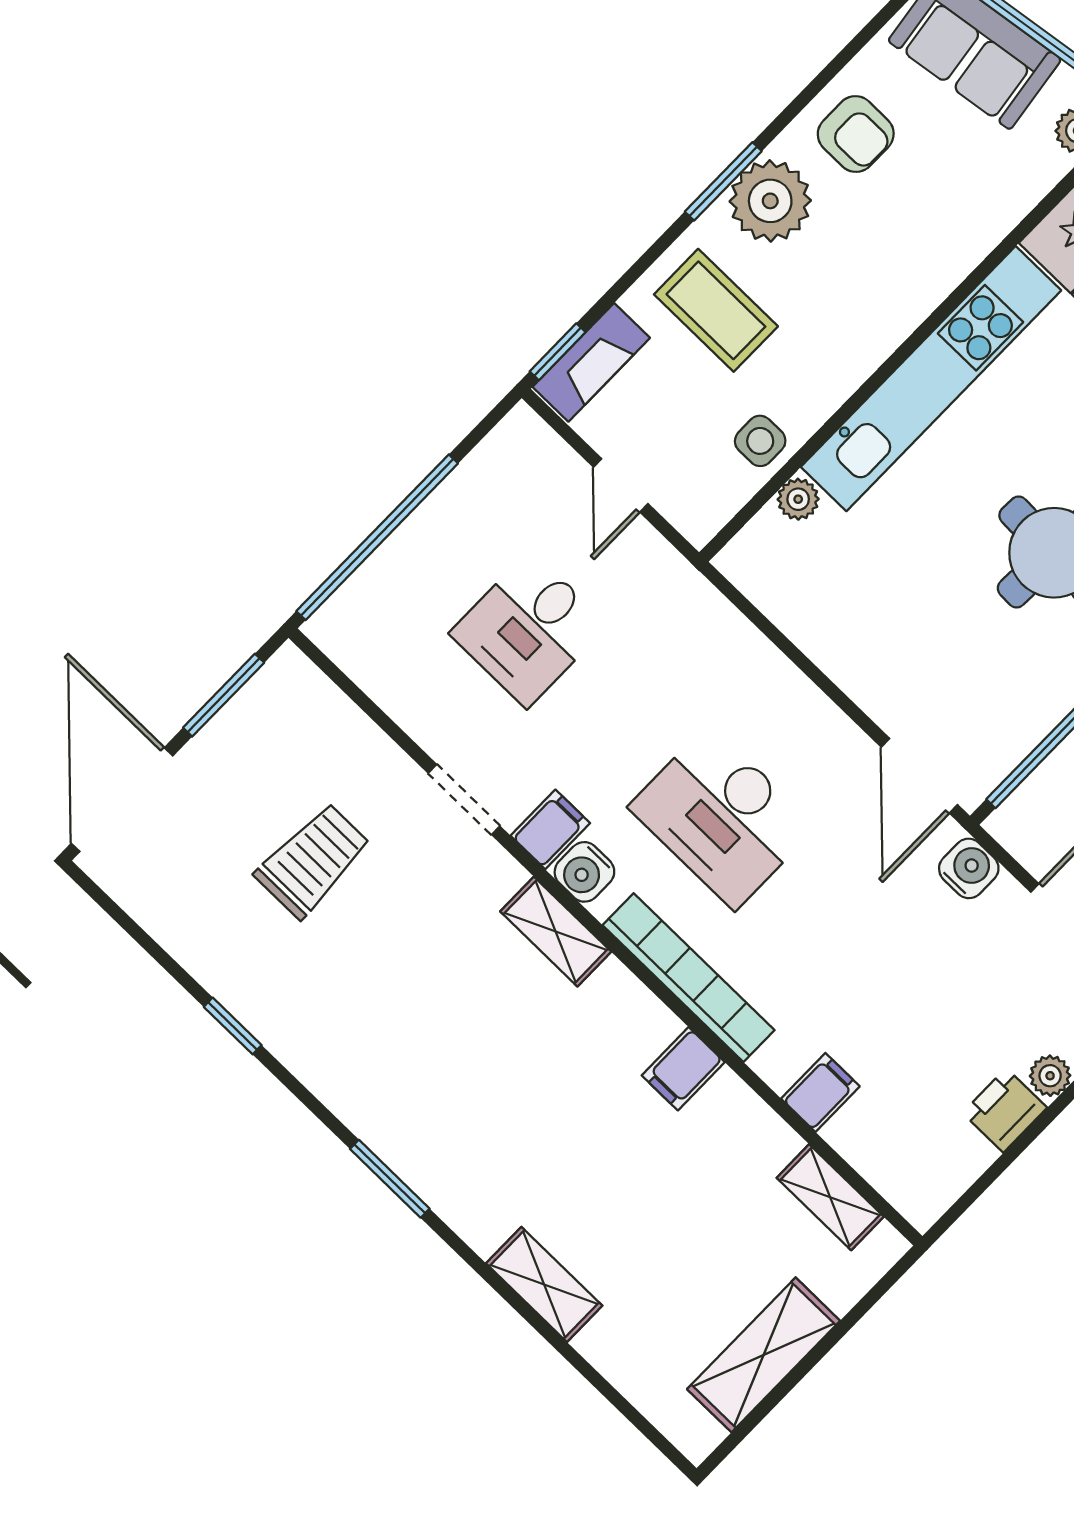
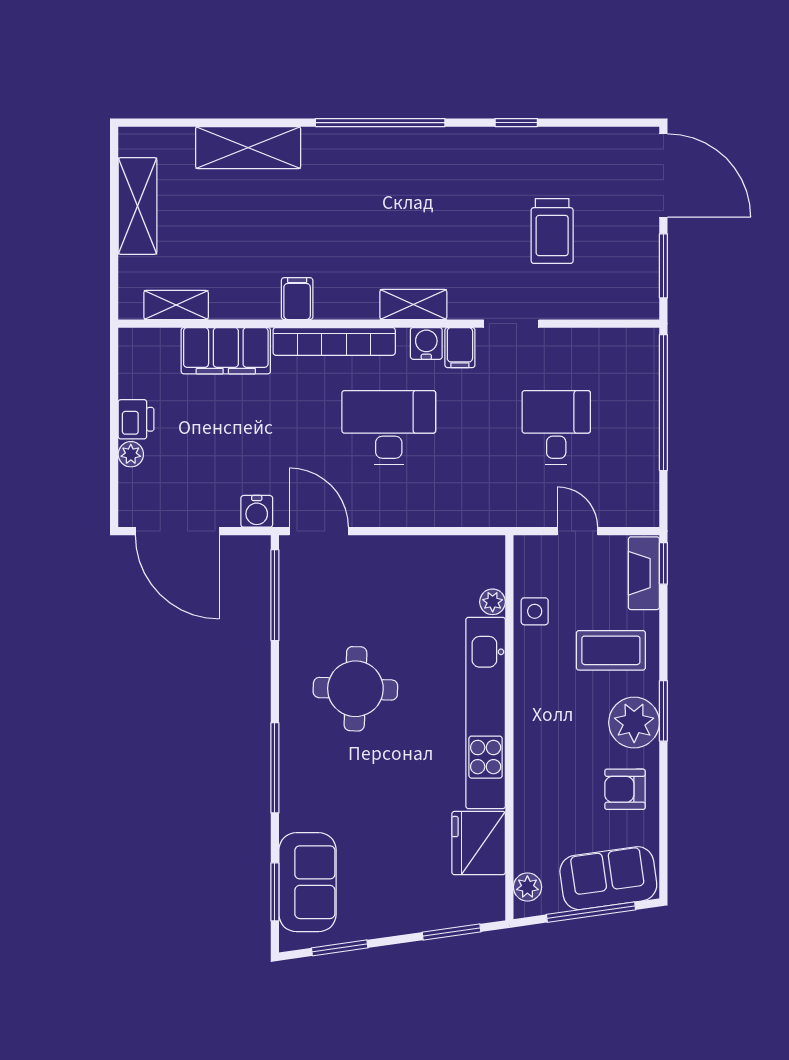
filing cabinet: (820, 1092) -> (226, 351), width x3.00, depth x1.17
window: (390, 1179) -> (380, 123), width x2.11
shelving: (544, 1284) -> (248, 148), width x1.50, depth x1.33

